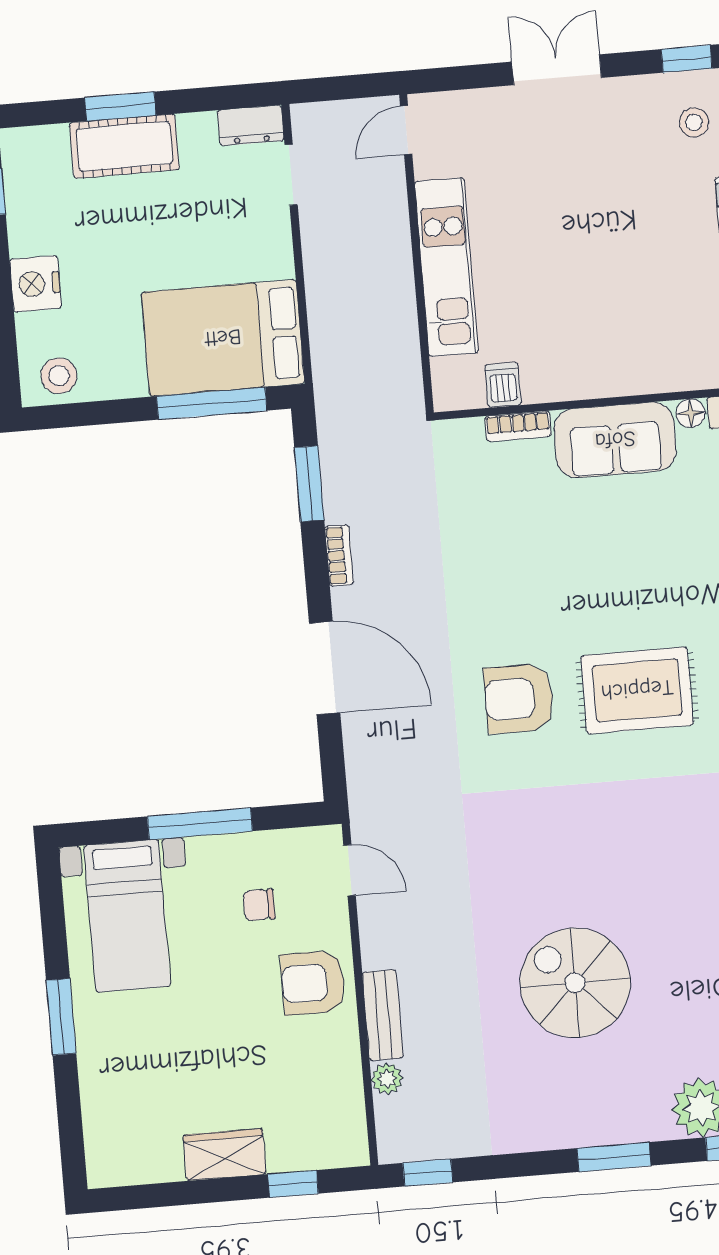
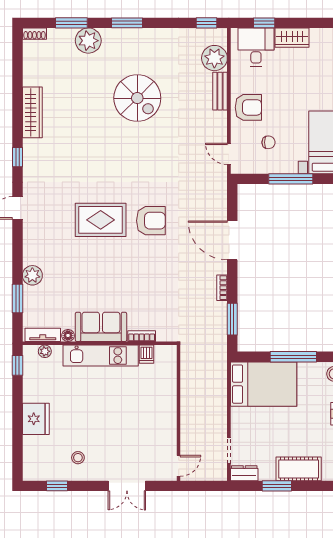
double door: (557, 70) -> (127, 486), moved
window: (120, 106) -> (277, 486), moved
stool: (694, 122) -> (78, 458), moved
kitchen unit: (446, 267) -> (101, 356), moved, turned -90
window: (212, 403) -> (293, 357), moved
plant: (387, 1079) -> (214, 58), width x1.87, depth x1.87
desk: (307, 1126) -> (256, 47), added

